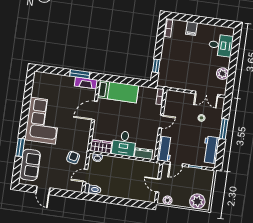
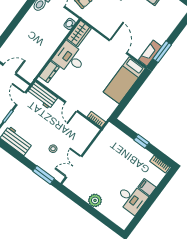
desk: (221, 45) -> (132, 199), moved, turned -90
window: (156, 66) -> (142, 141), moved
plant: (222, 74) -> (95, 200), moved
window: (224, 129) -> (44, 175), moved

